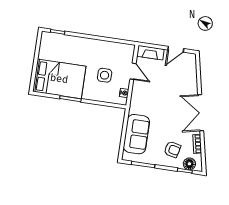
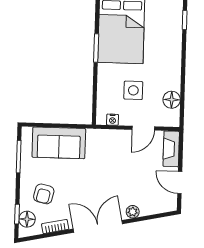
floor lamp: (115, 48) -> (172, 100), added
plant: (193, 86) -> (133, 212), added

